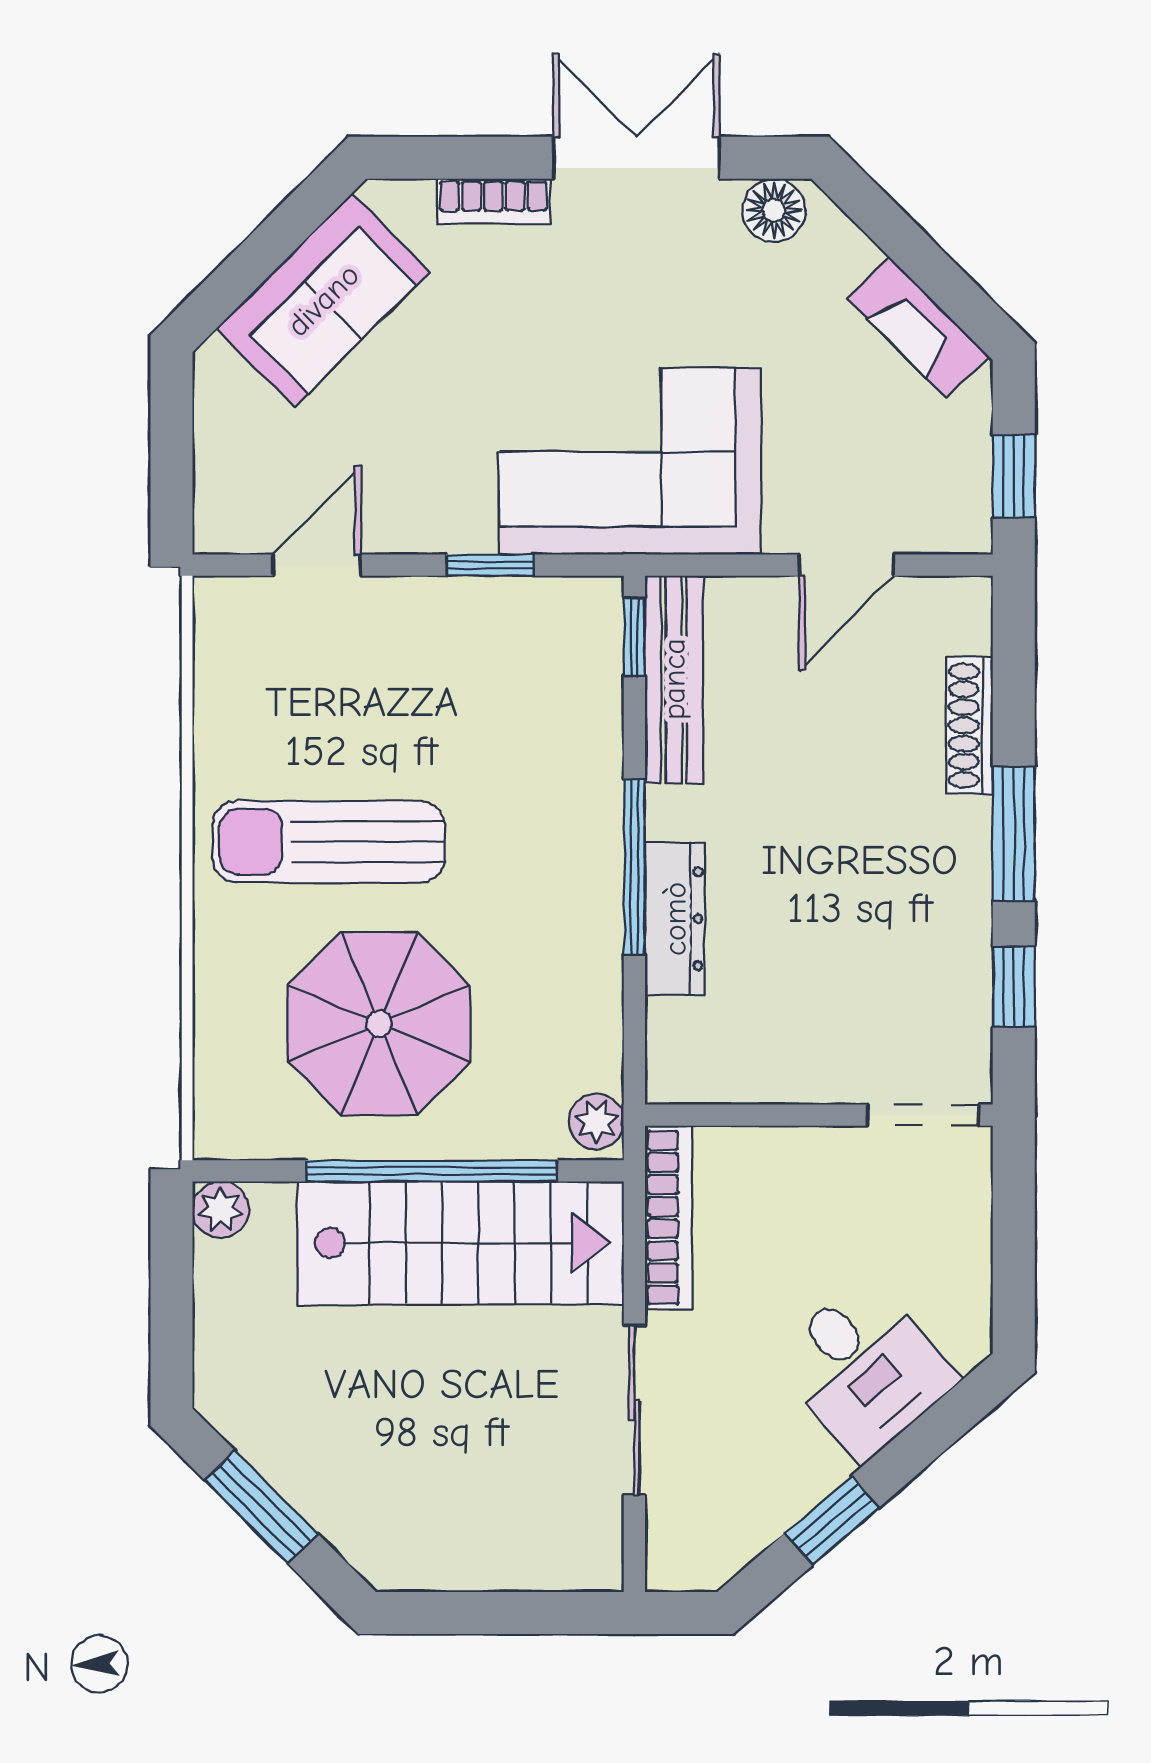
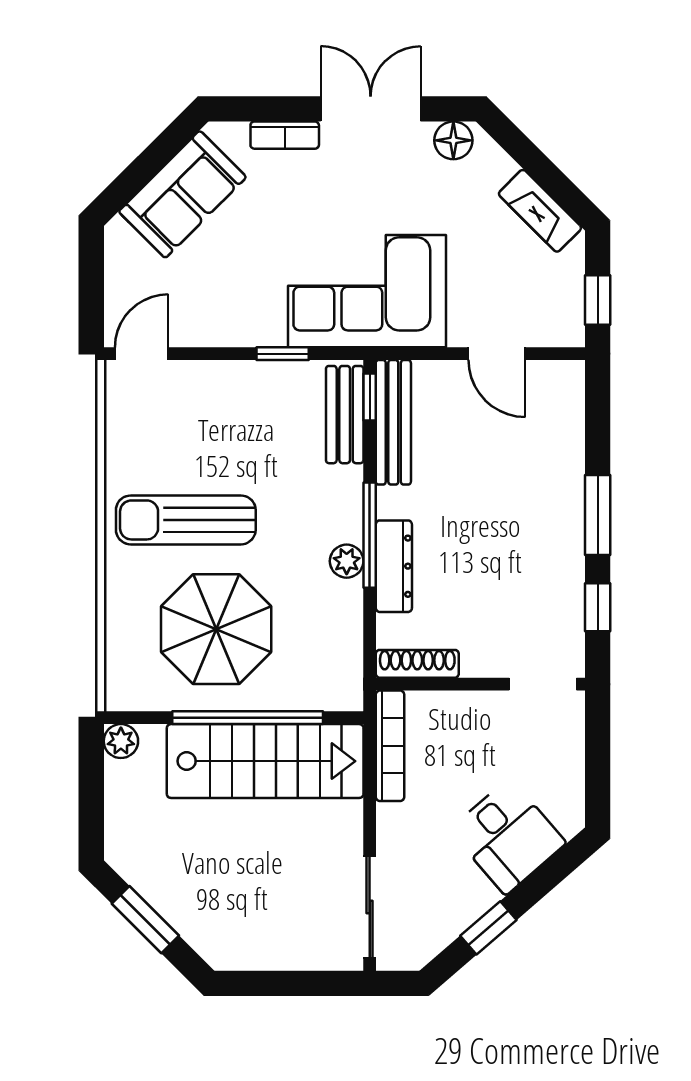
door: (317, 565) -> (142, 354), moved
door: (846, 565) -> (497, 354), hinge flipped
bench: (593, 666) -> (345, 415), added
shoe rack: (970, 726) -> (417, 664), moved, turned 90
plant: (596, 1122) -> (347, 561), moved
sliding door: (634, 1410) -> (370, 907), moved

